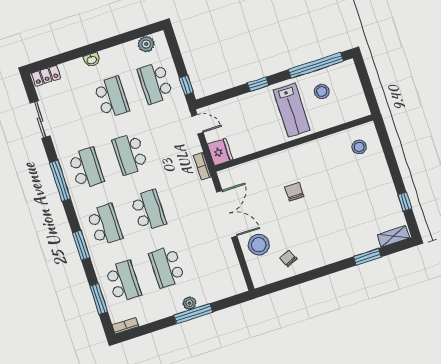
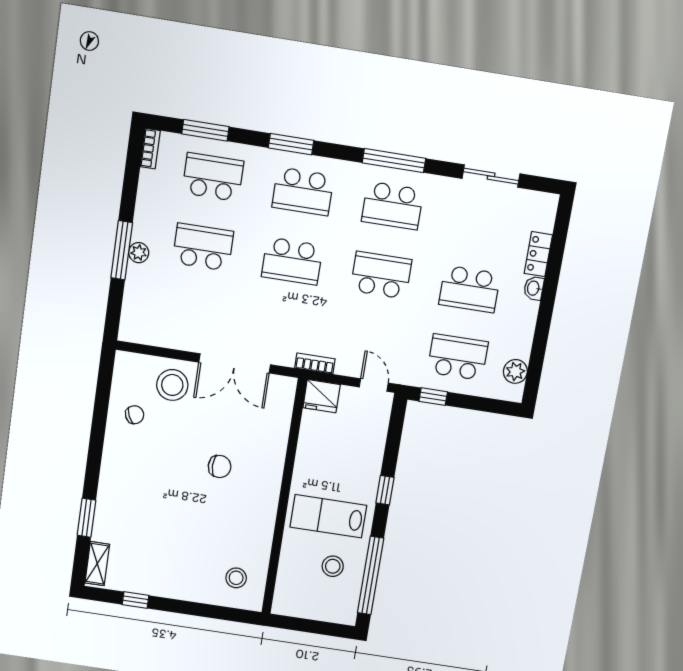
locker: (46, 76) -> (538, 254), moved
door: (197, 124) -> (374, 385), swing flipped
school desk: (123, 281) -> (213, 177), turned 180

